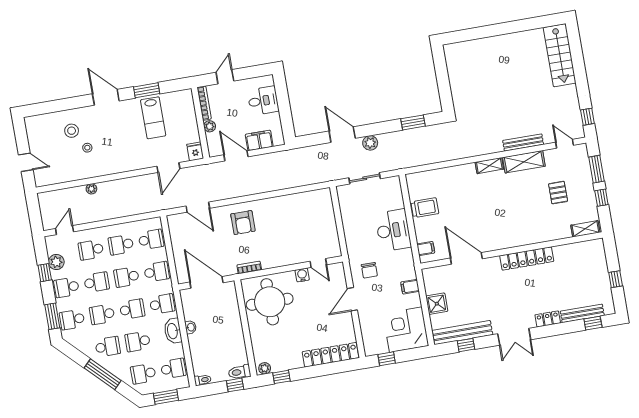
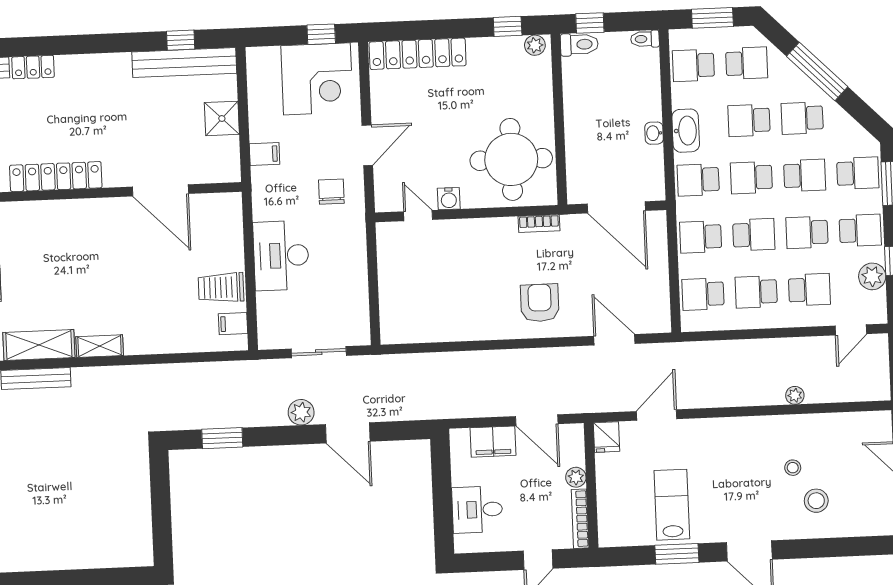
school desk: (121, 245) -> (756, 292), turned 180
filing cabinet: (426, 248) -> (233, 324), moved
corner desk: (406, 330) -> (317, 79), moved
double door: (514, 337) -> (95, 44), removed
school desk: (138, 341) -> (749, 120), turned 180

